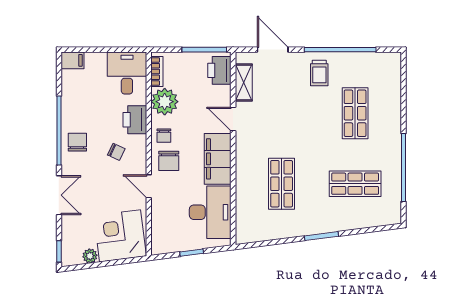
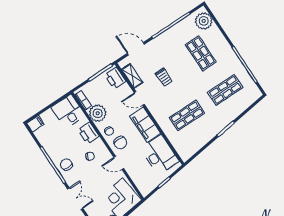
trolley: (319, 73) -> (164, 77), moved
plant: (388, 73) -> (204, 21), added
shop shelf: (282, 184) -> (187, 115), turned 90

